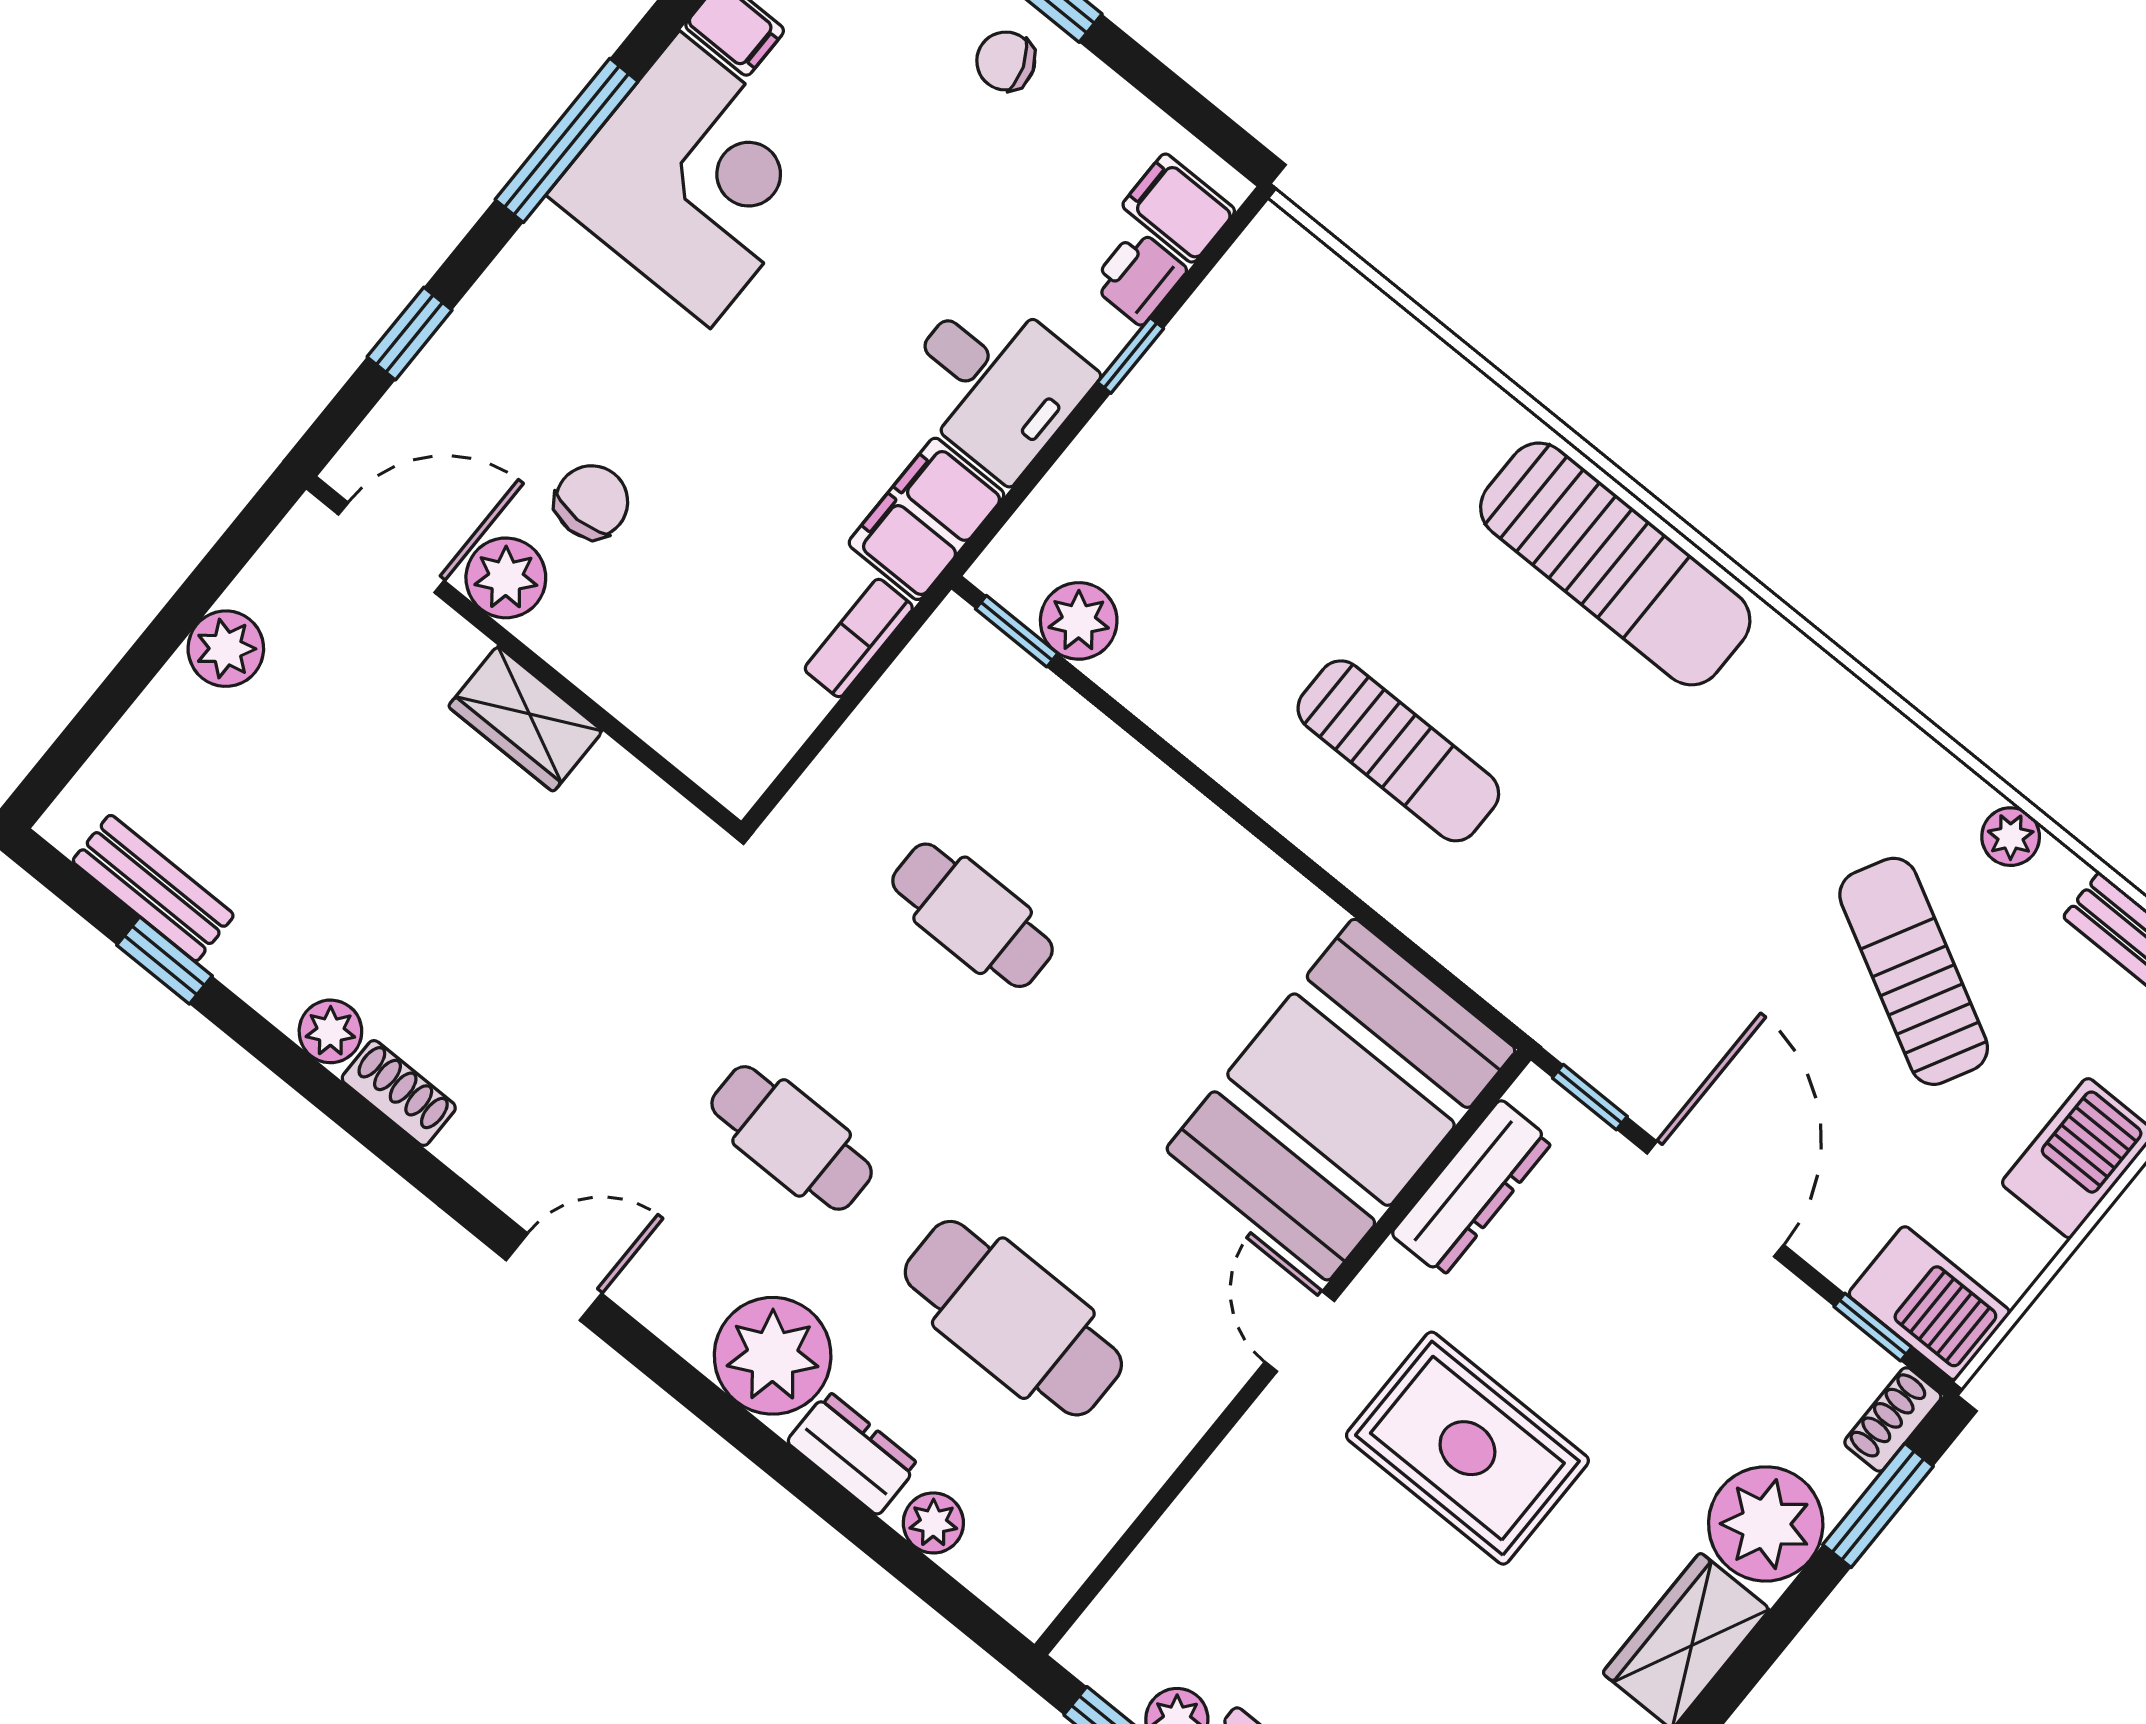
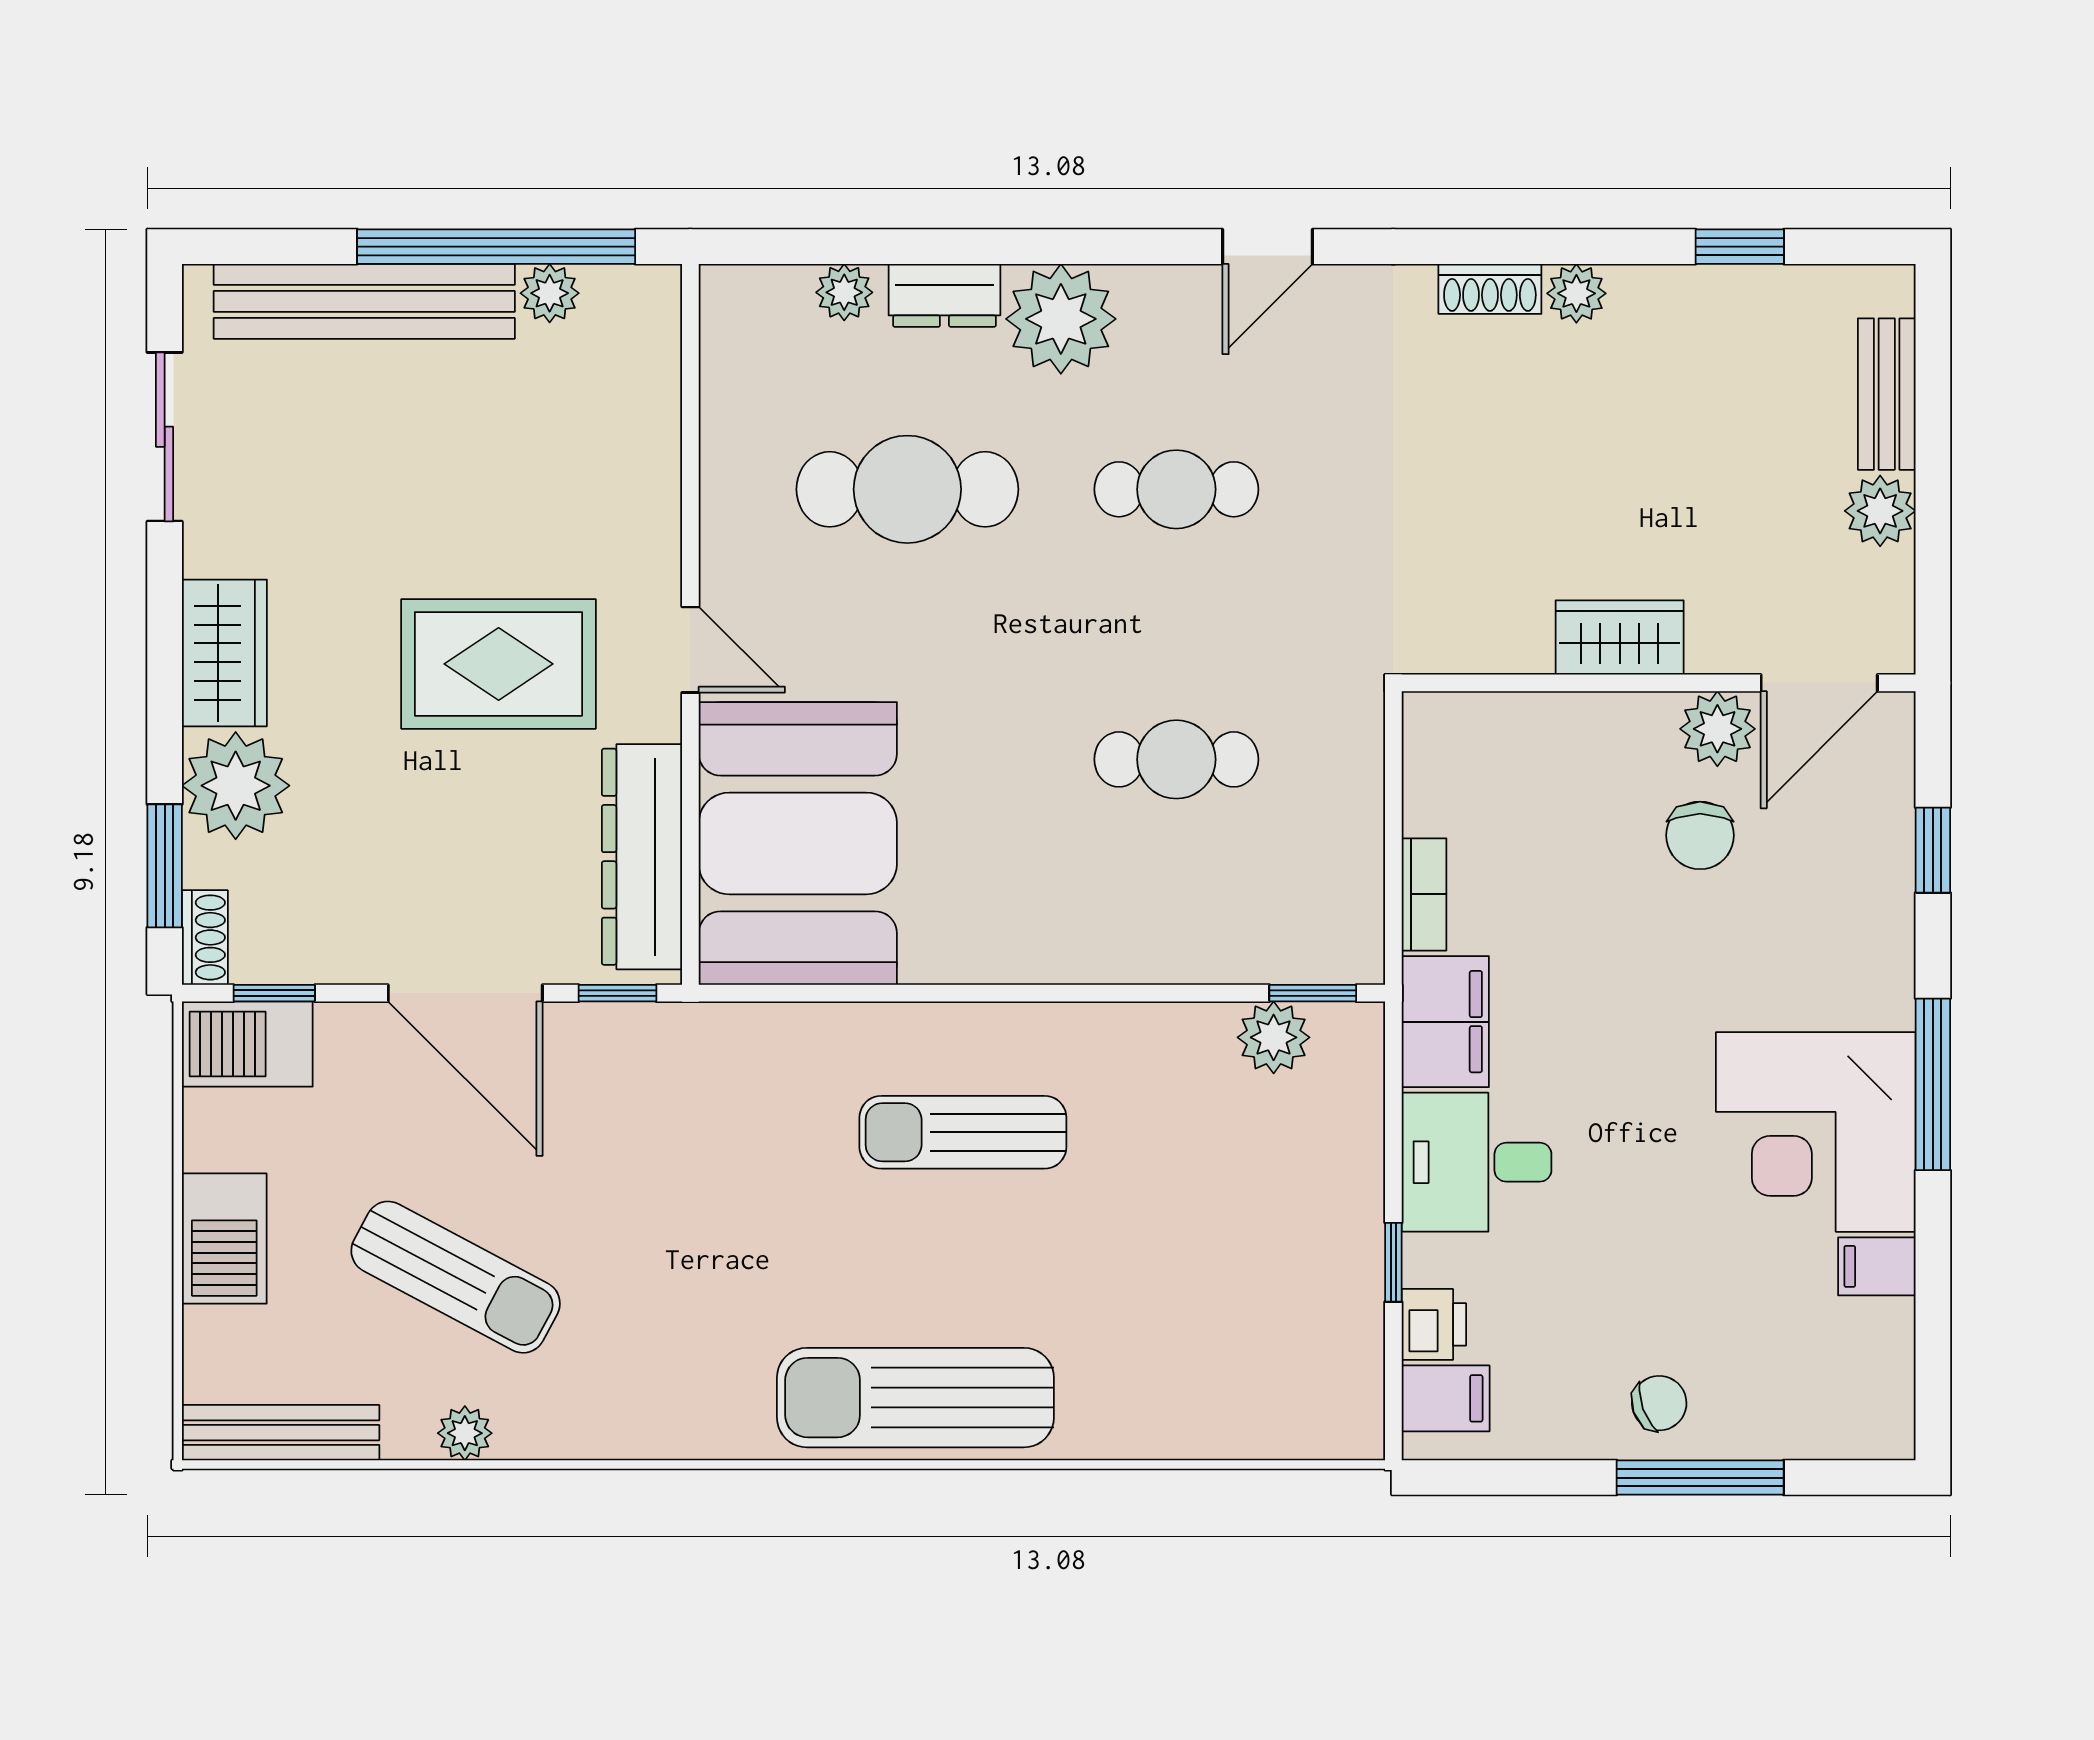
bench: (153, 888) -> (1887, 394), moved, turned 90
dresser: (1472, 1188) -> (642, 857), width x1.37, depth x1.24

